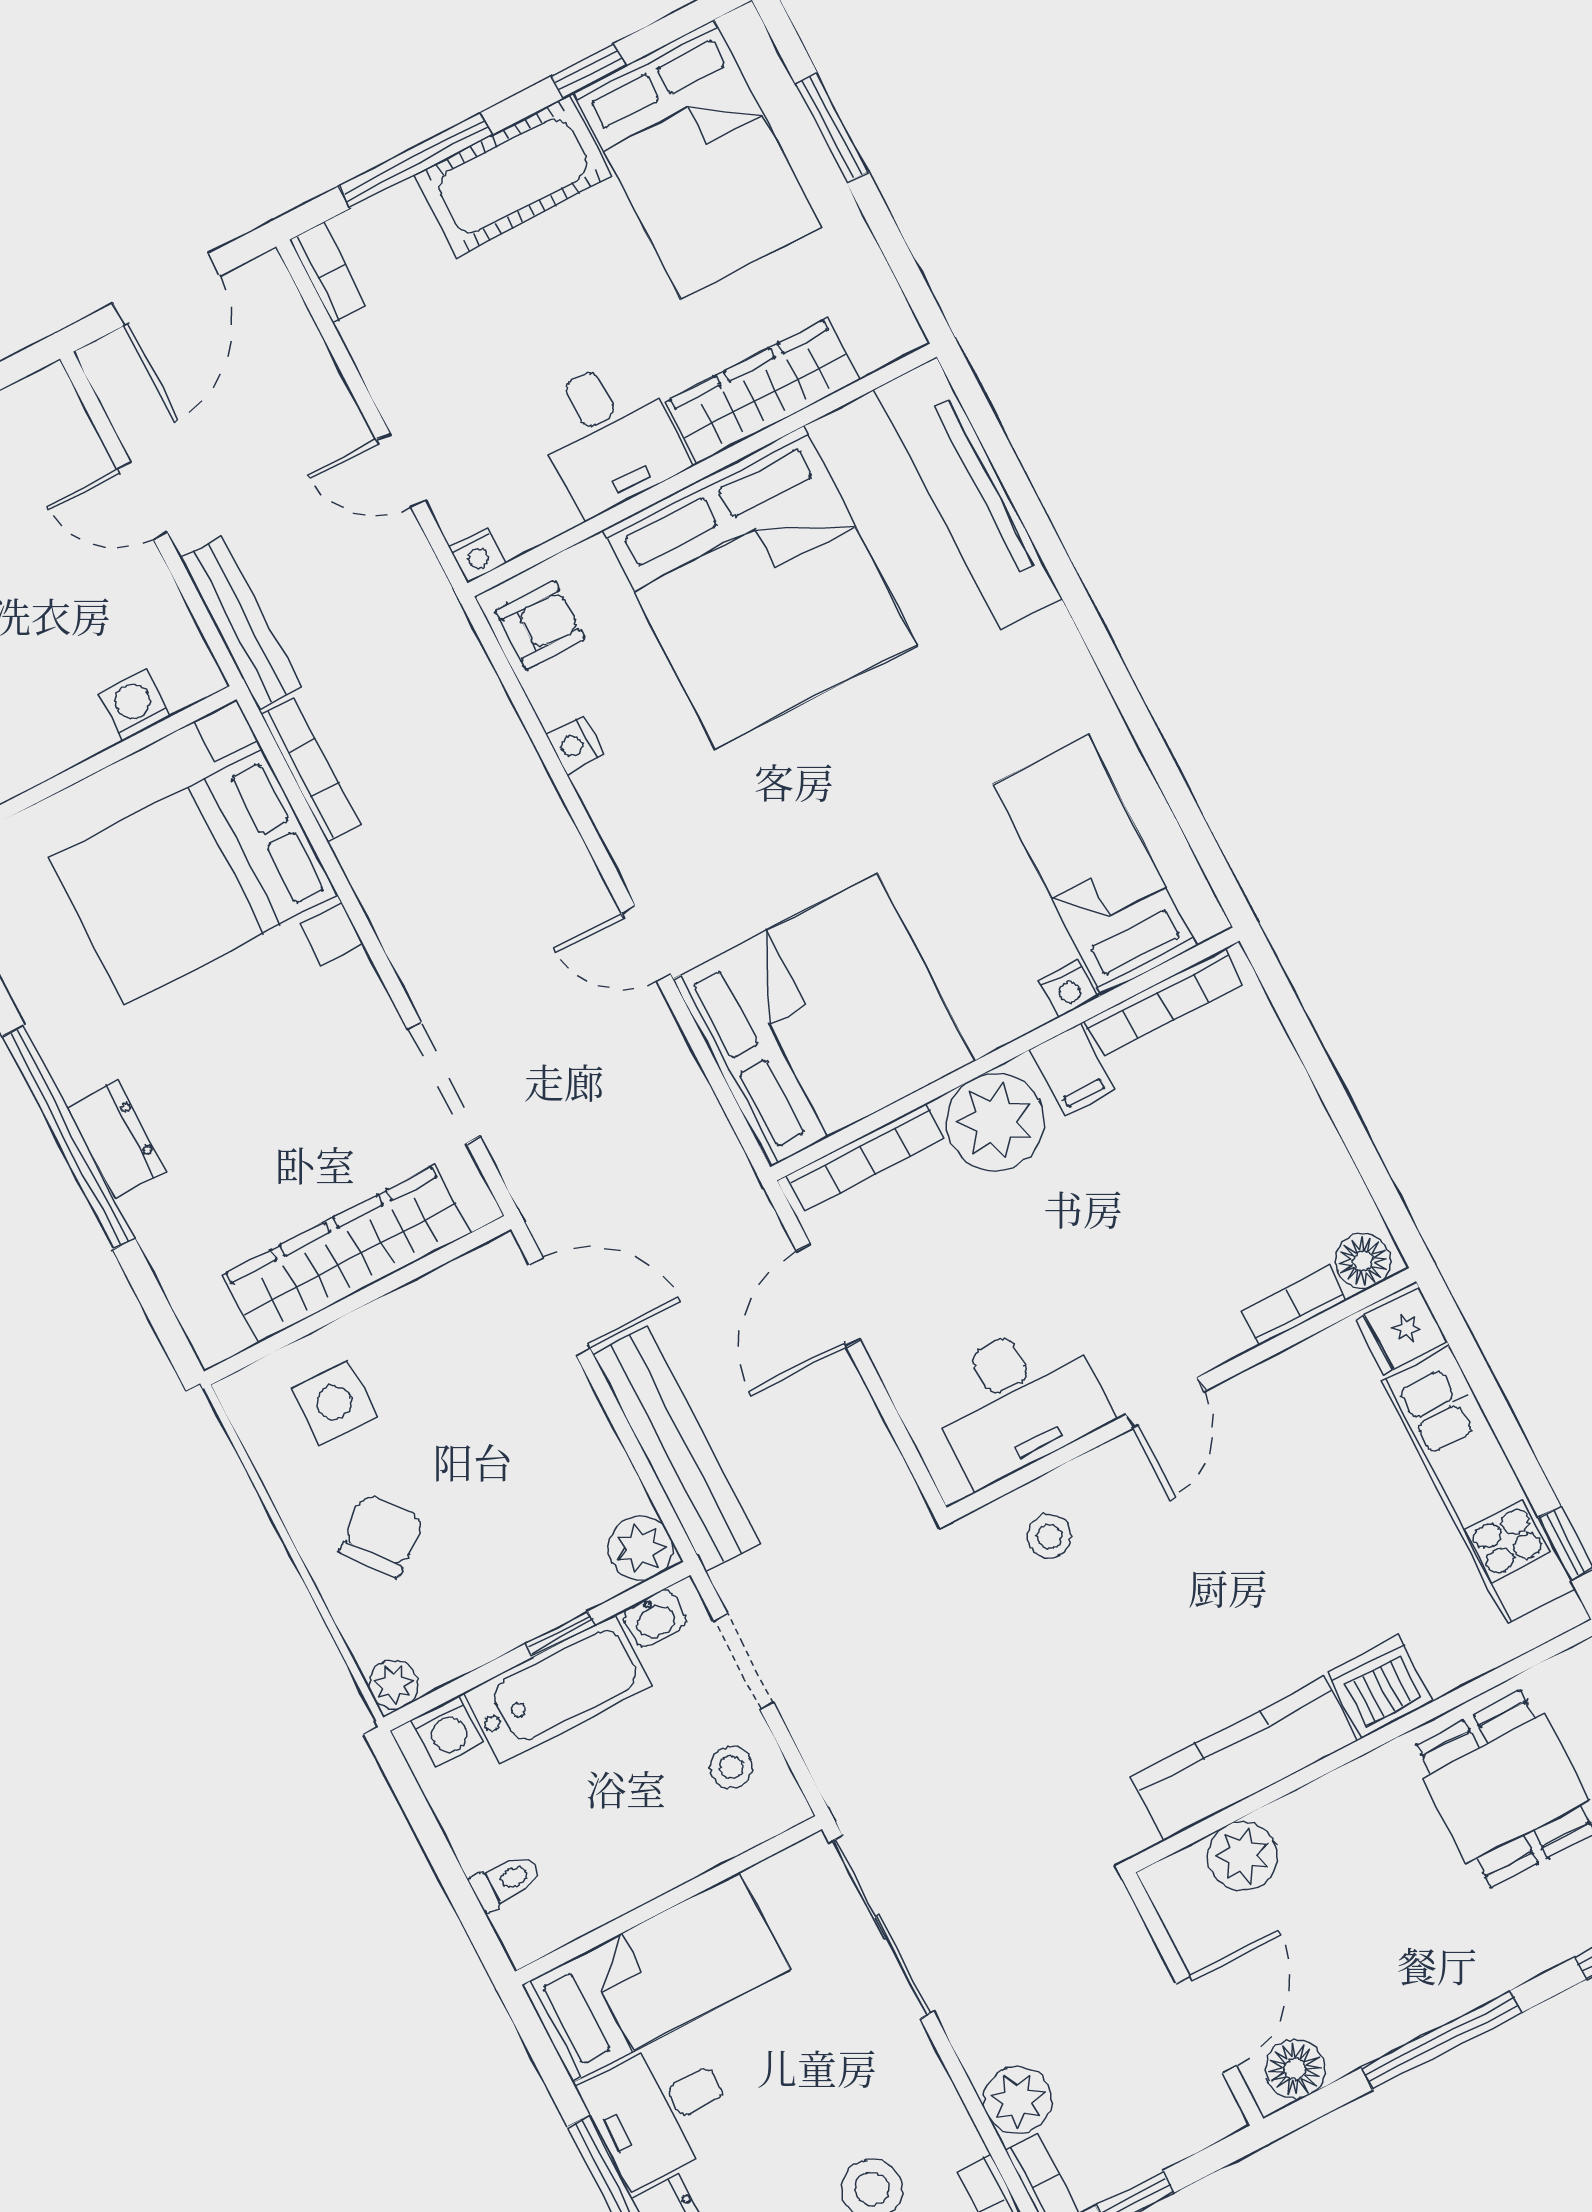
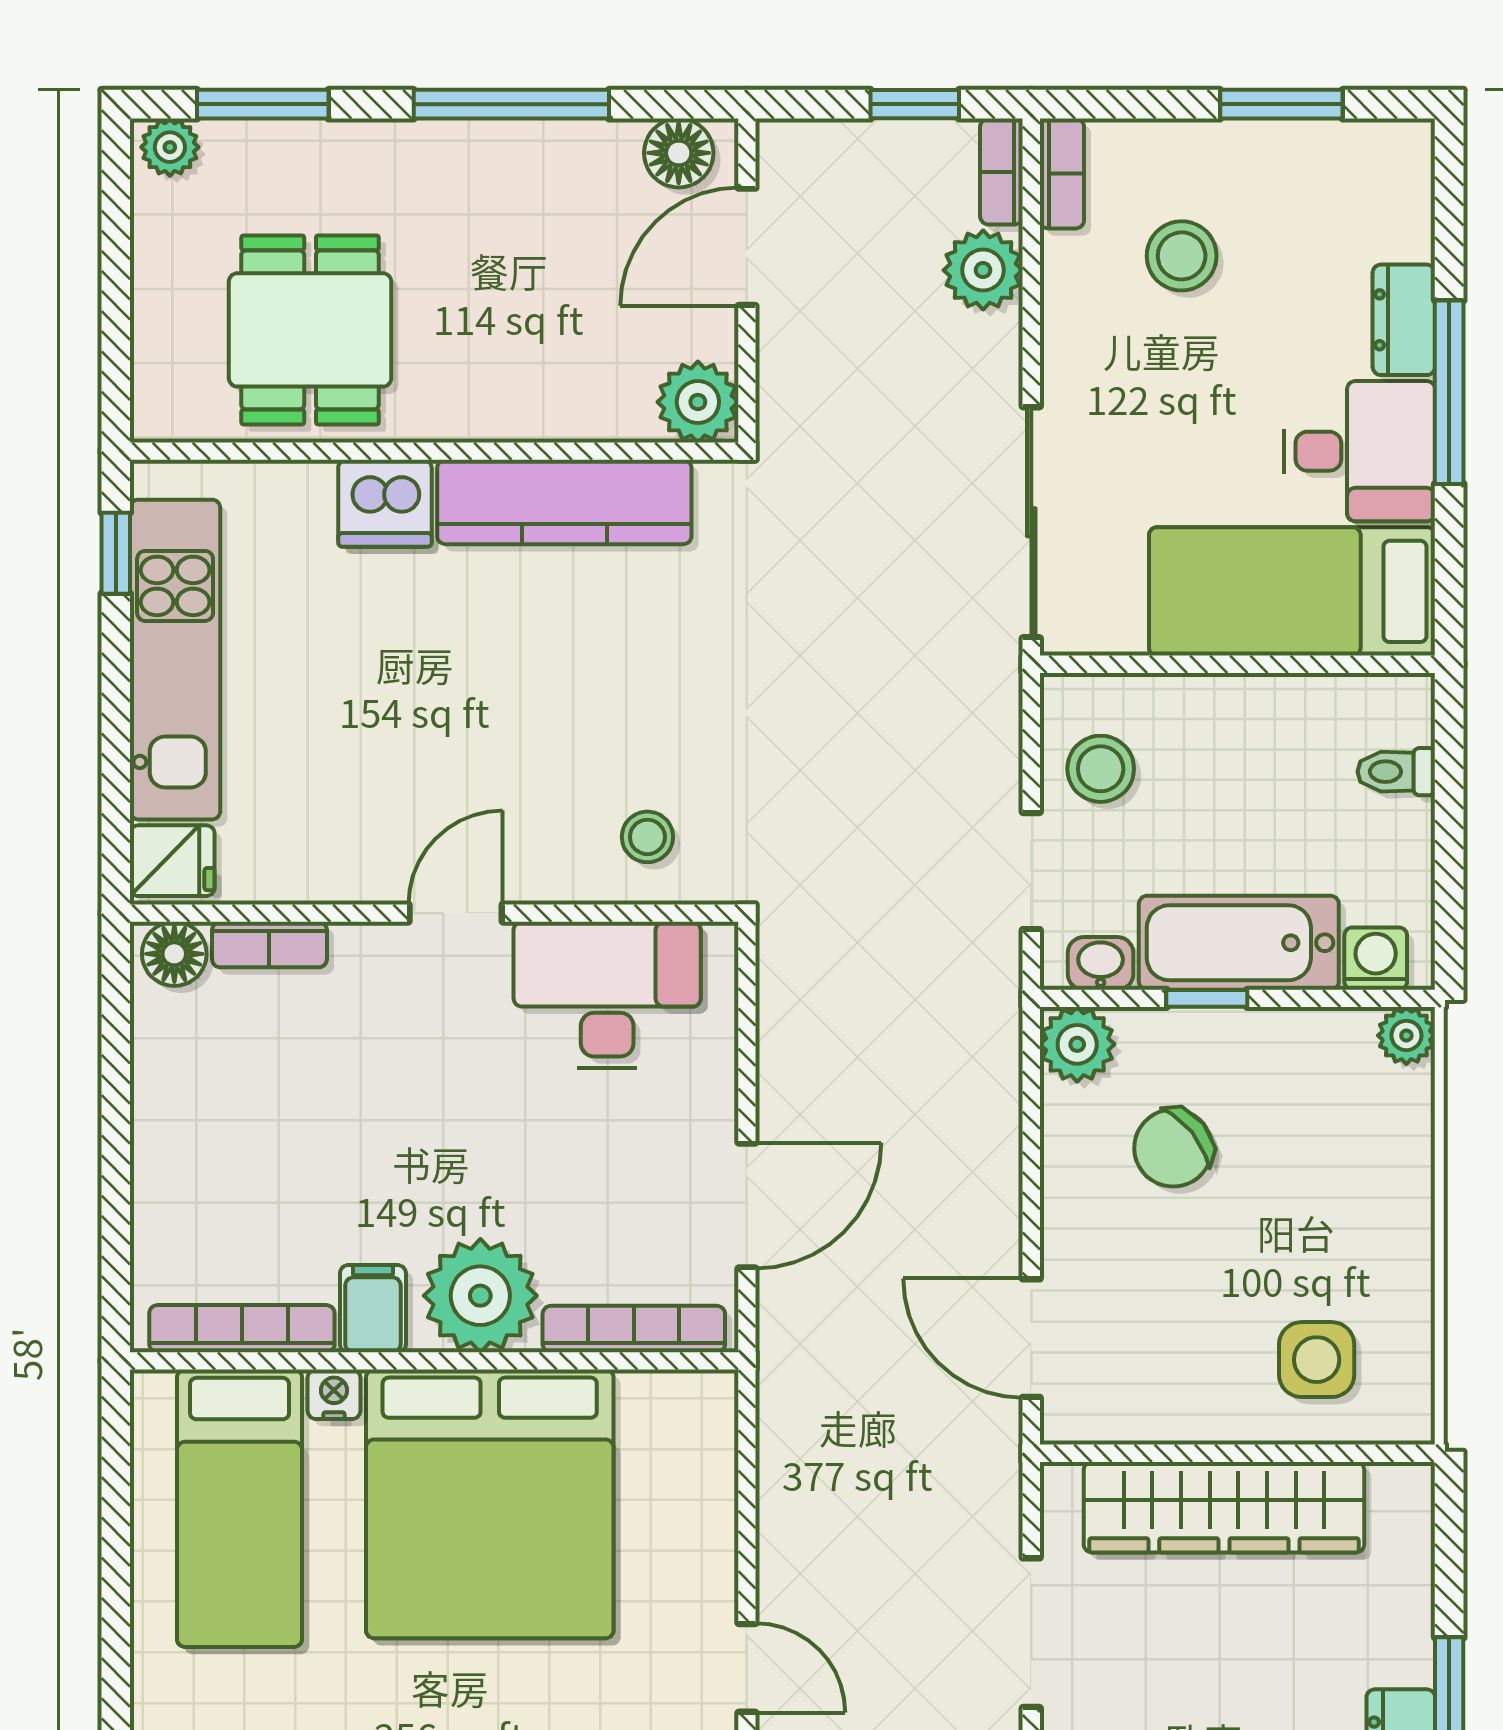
bed: (824, 1020) -> (490, 1504), moved, turned -90
bench: (676, 1449) -> (987, 1128), removed
chair: (382, 1535) -> (1173, 1148), moved
stool: (731, 1767) -> (1101, 769), width x1.37, depth x1.37
plant: (1243, 1856) -> (698, 402), moved

